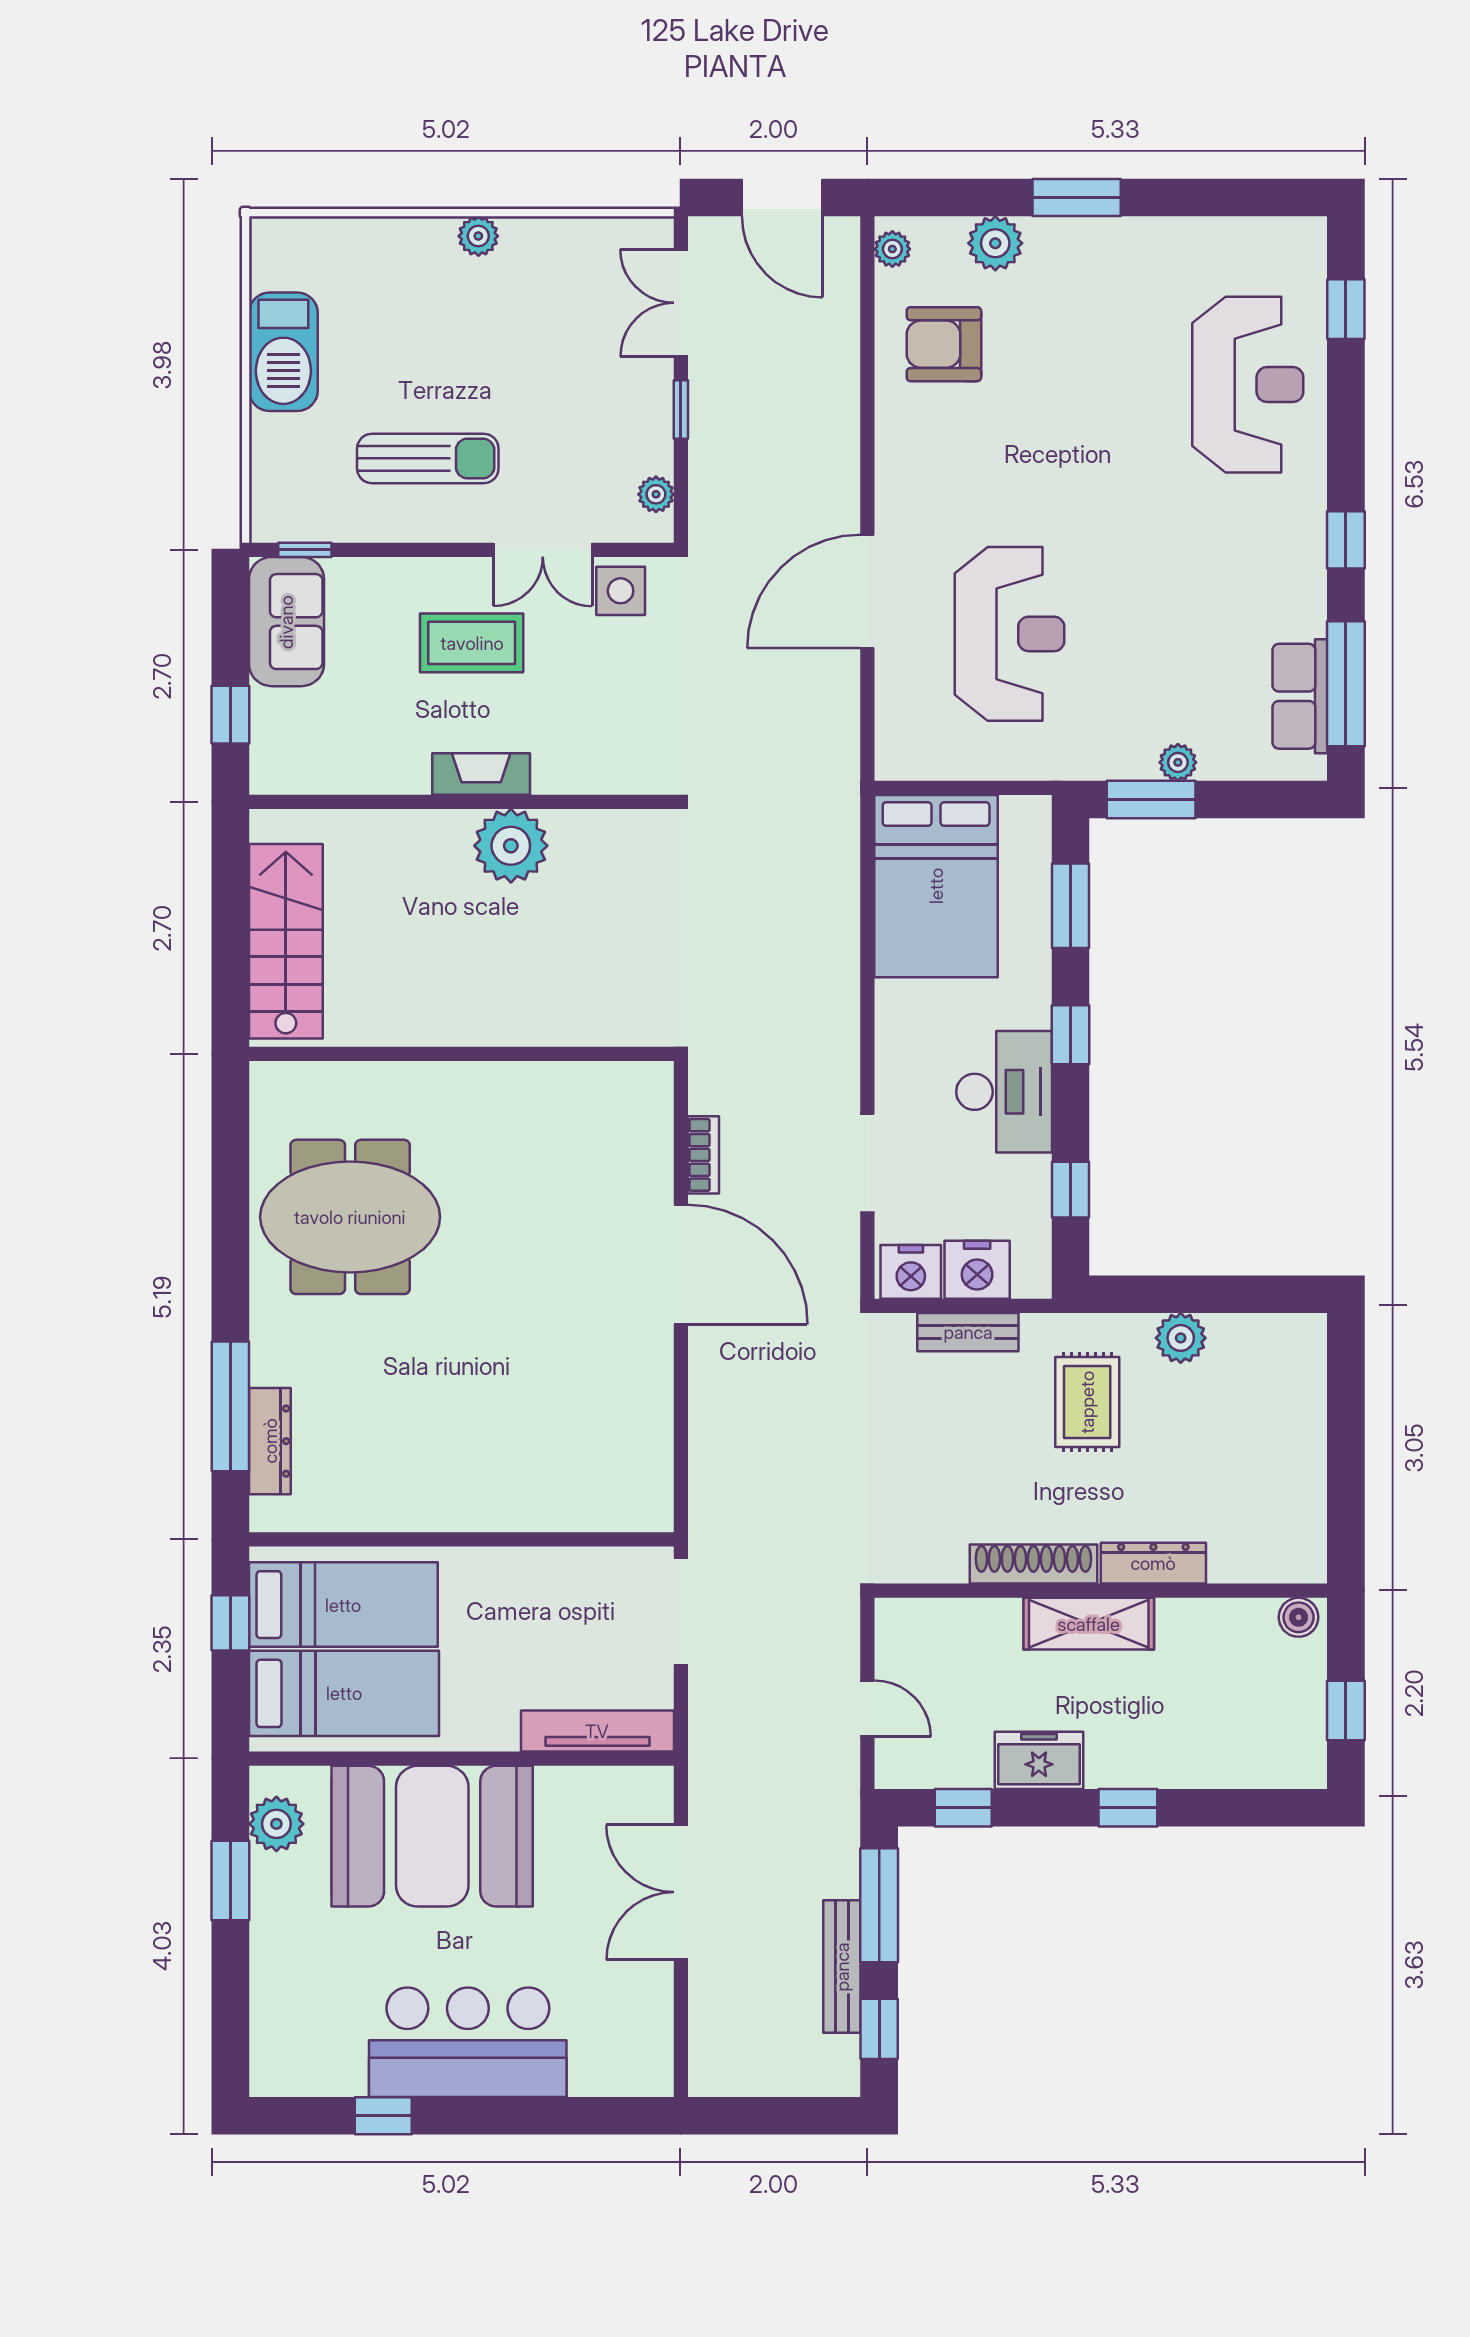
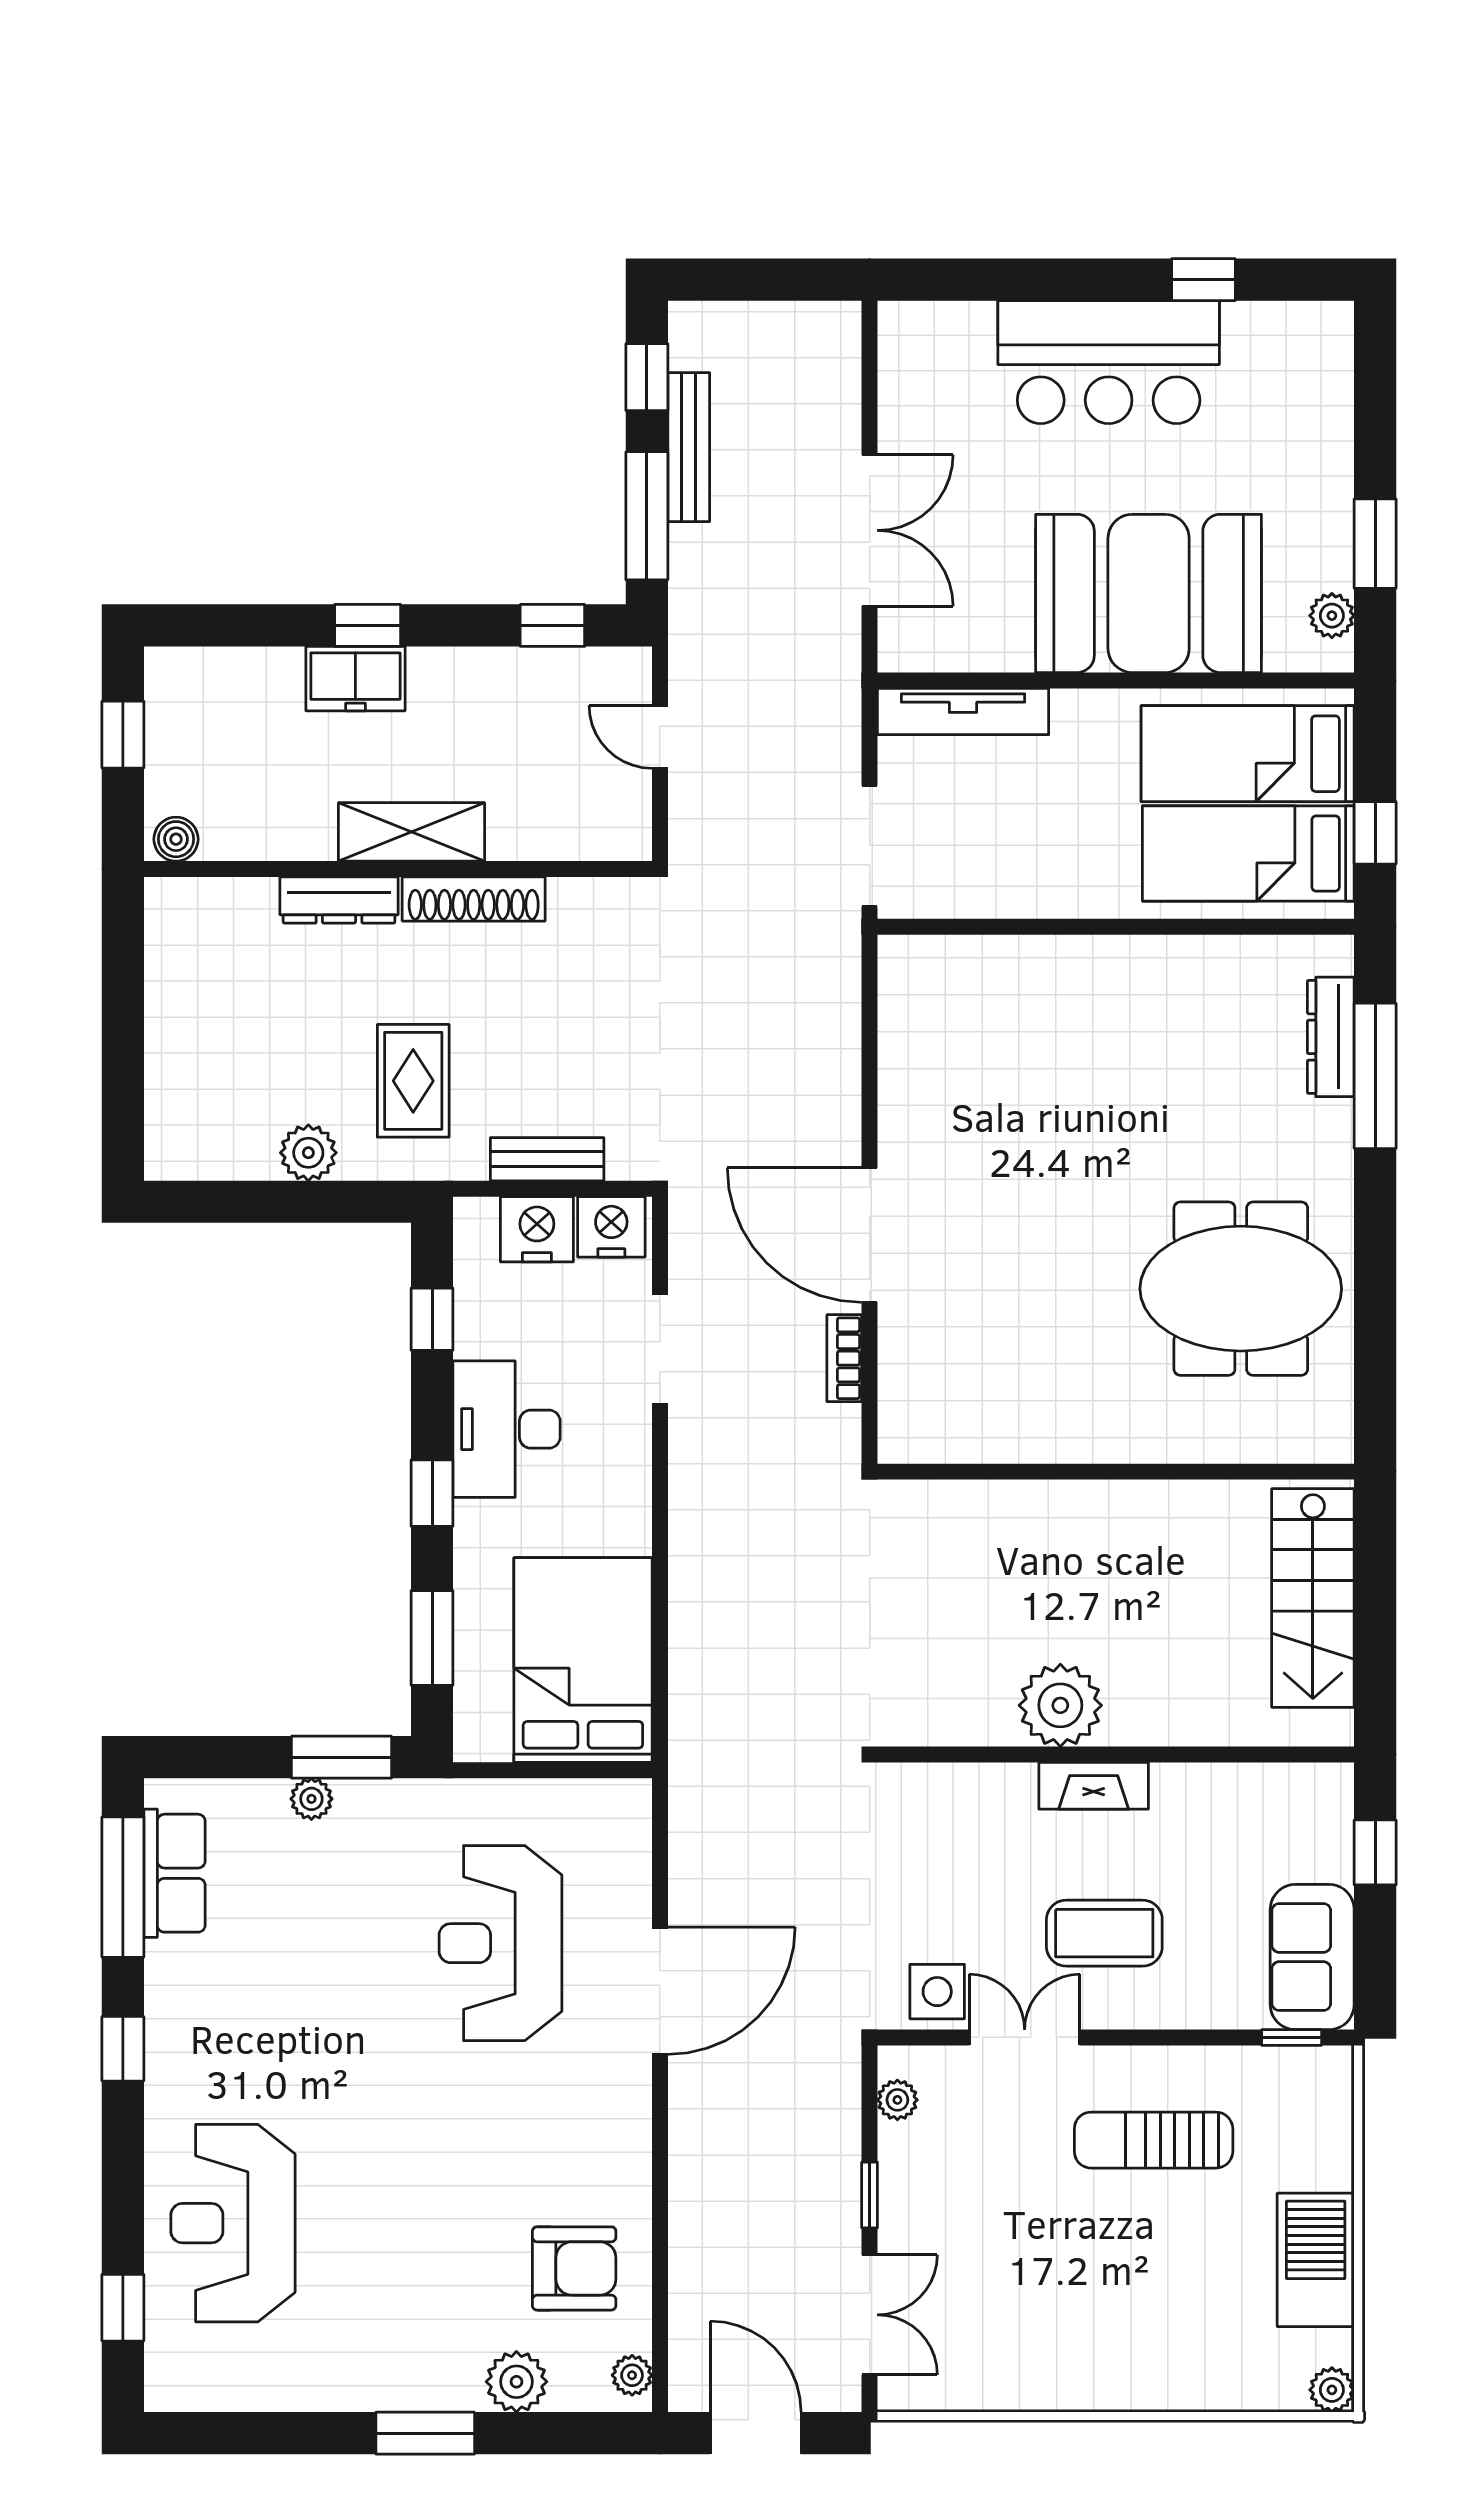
plant: (478, 236) -> (1332, 2390), moved
freezer: (1039, 1760) -> (355, 679), moved
plant: (276, 1824) -> (1332, 616), width x0.73, depth x0.73

